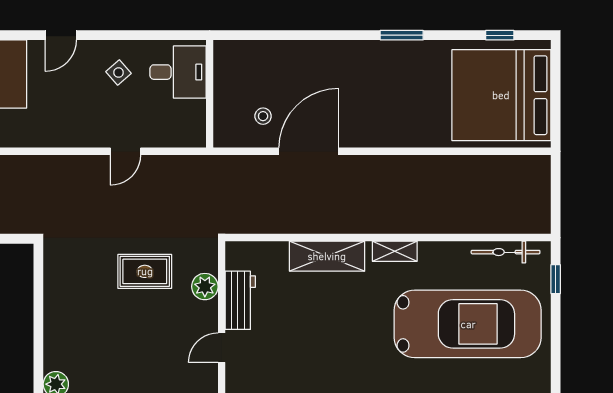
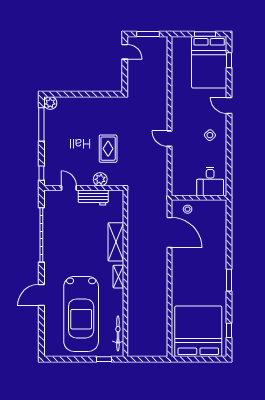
desk: (178, 72) -> (210, 182), moved
wall: (210, 94) -> (199, 198), moved

